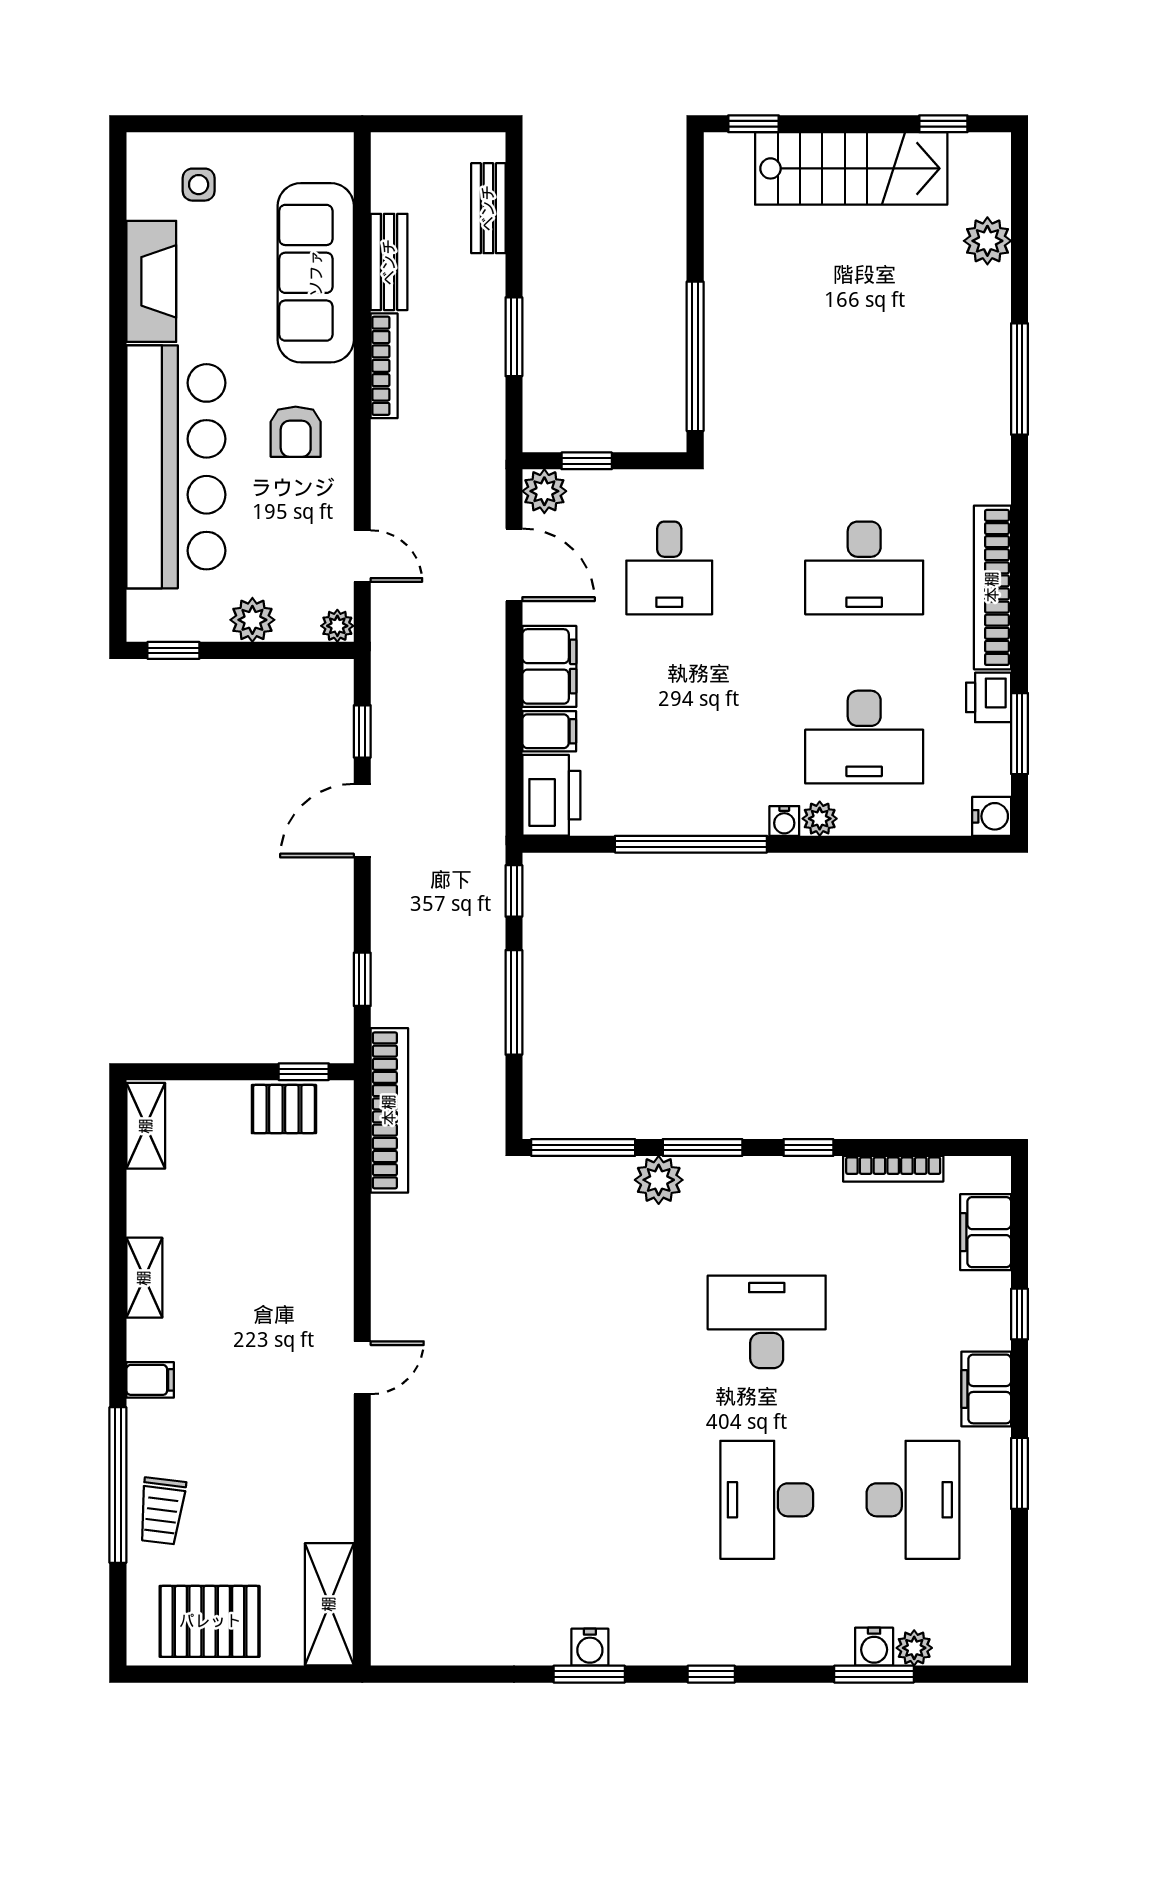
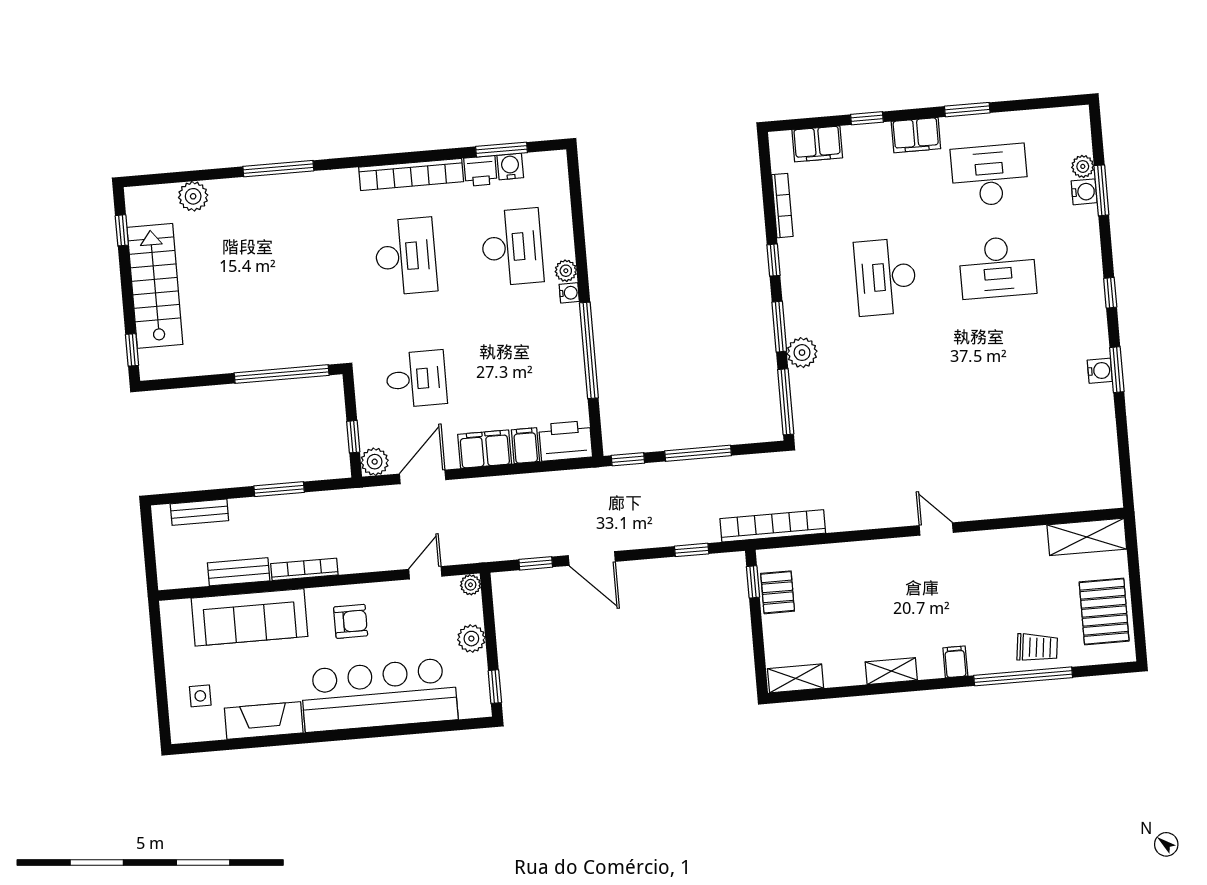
water cooler: (992, 816) -> (510, 166), moved

